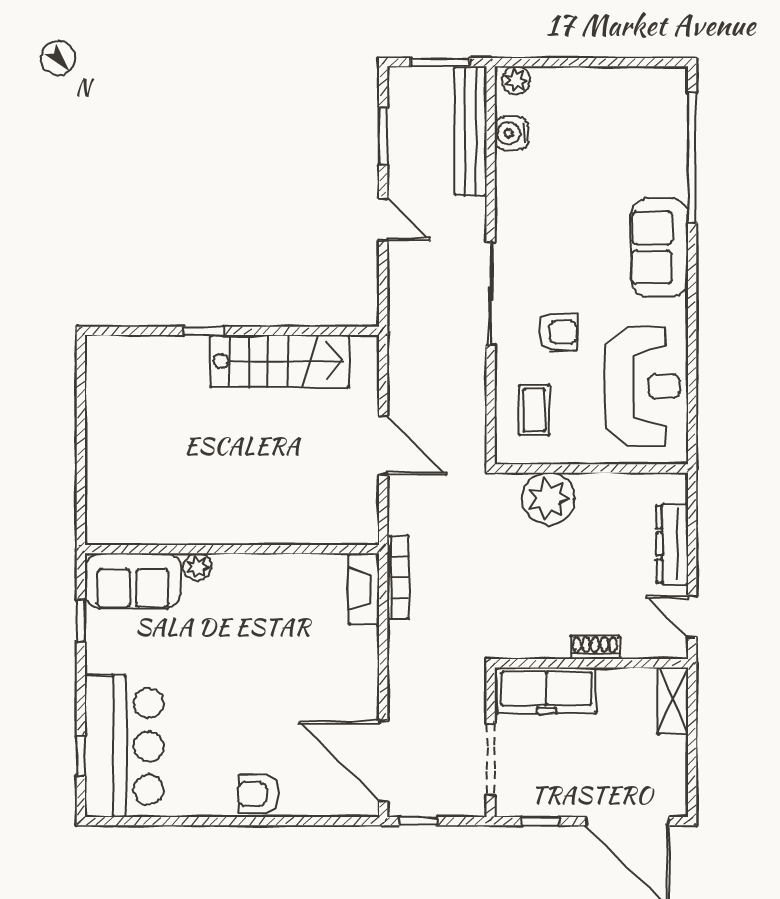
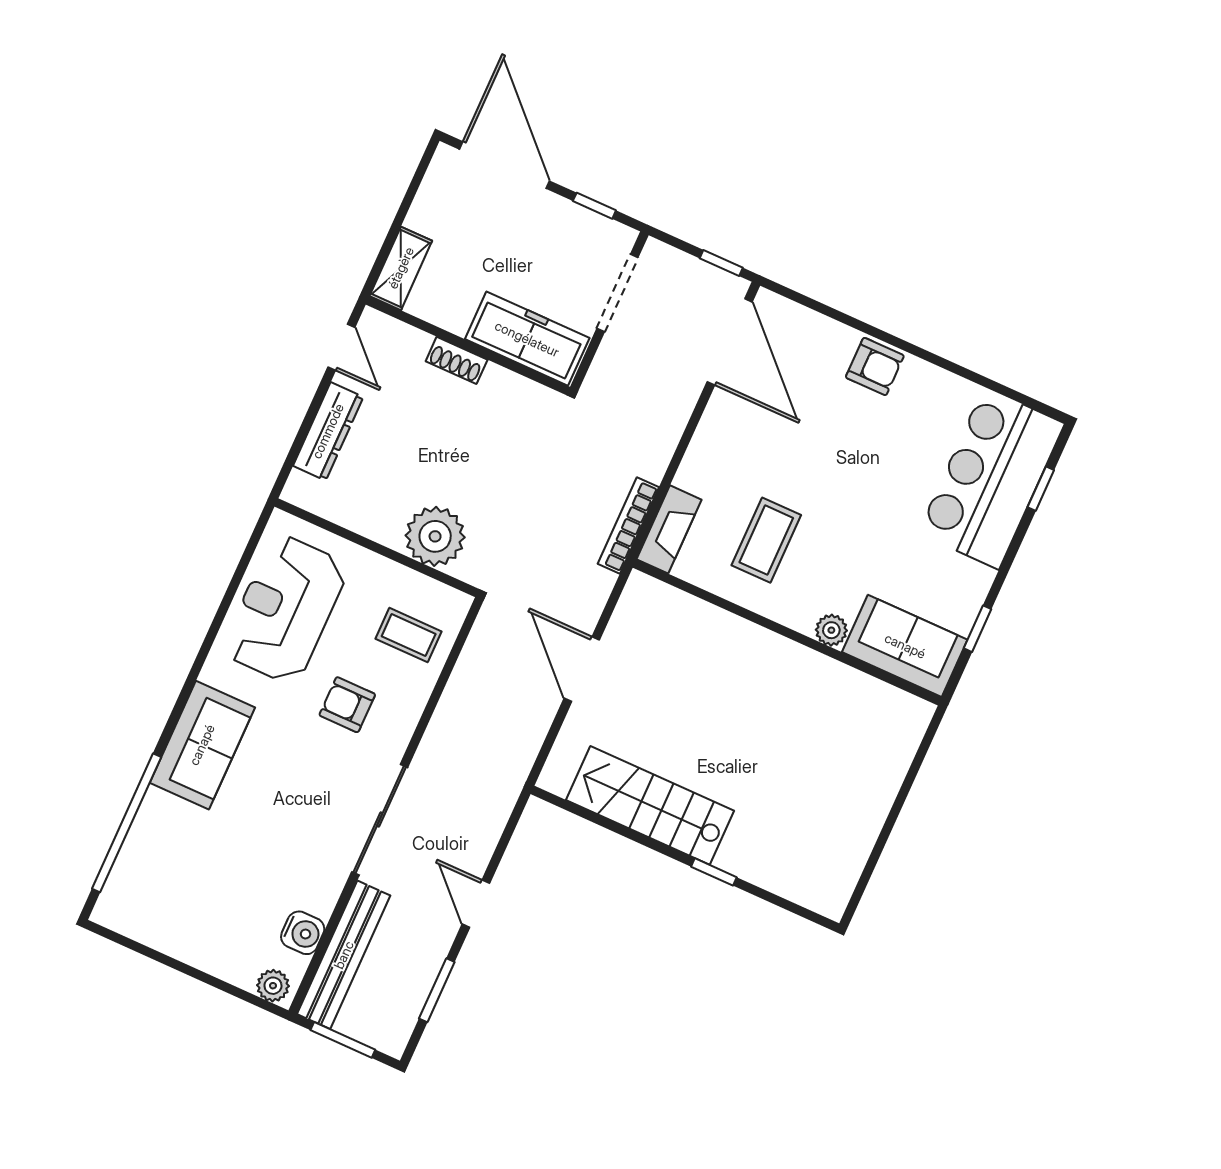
sliding door: (491, 293) -> (380, 820), moved
coffee table: (534, 410) -> (409, 635), turned 90
coffee table: (282, 615) -> (766, 540), added

